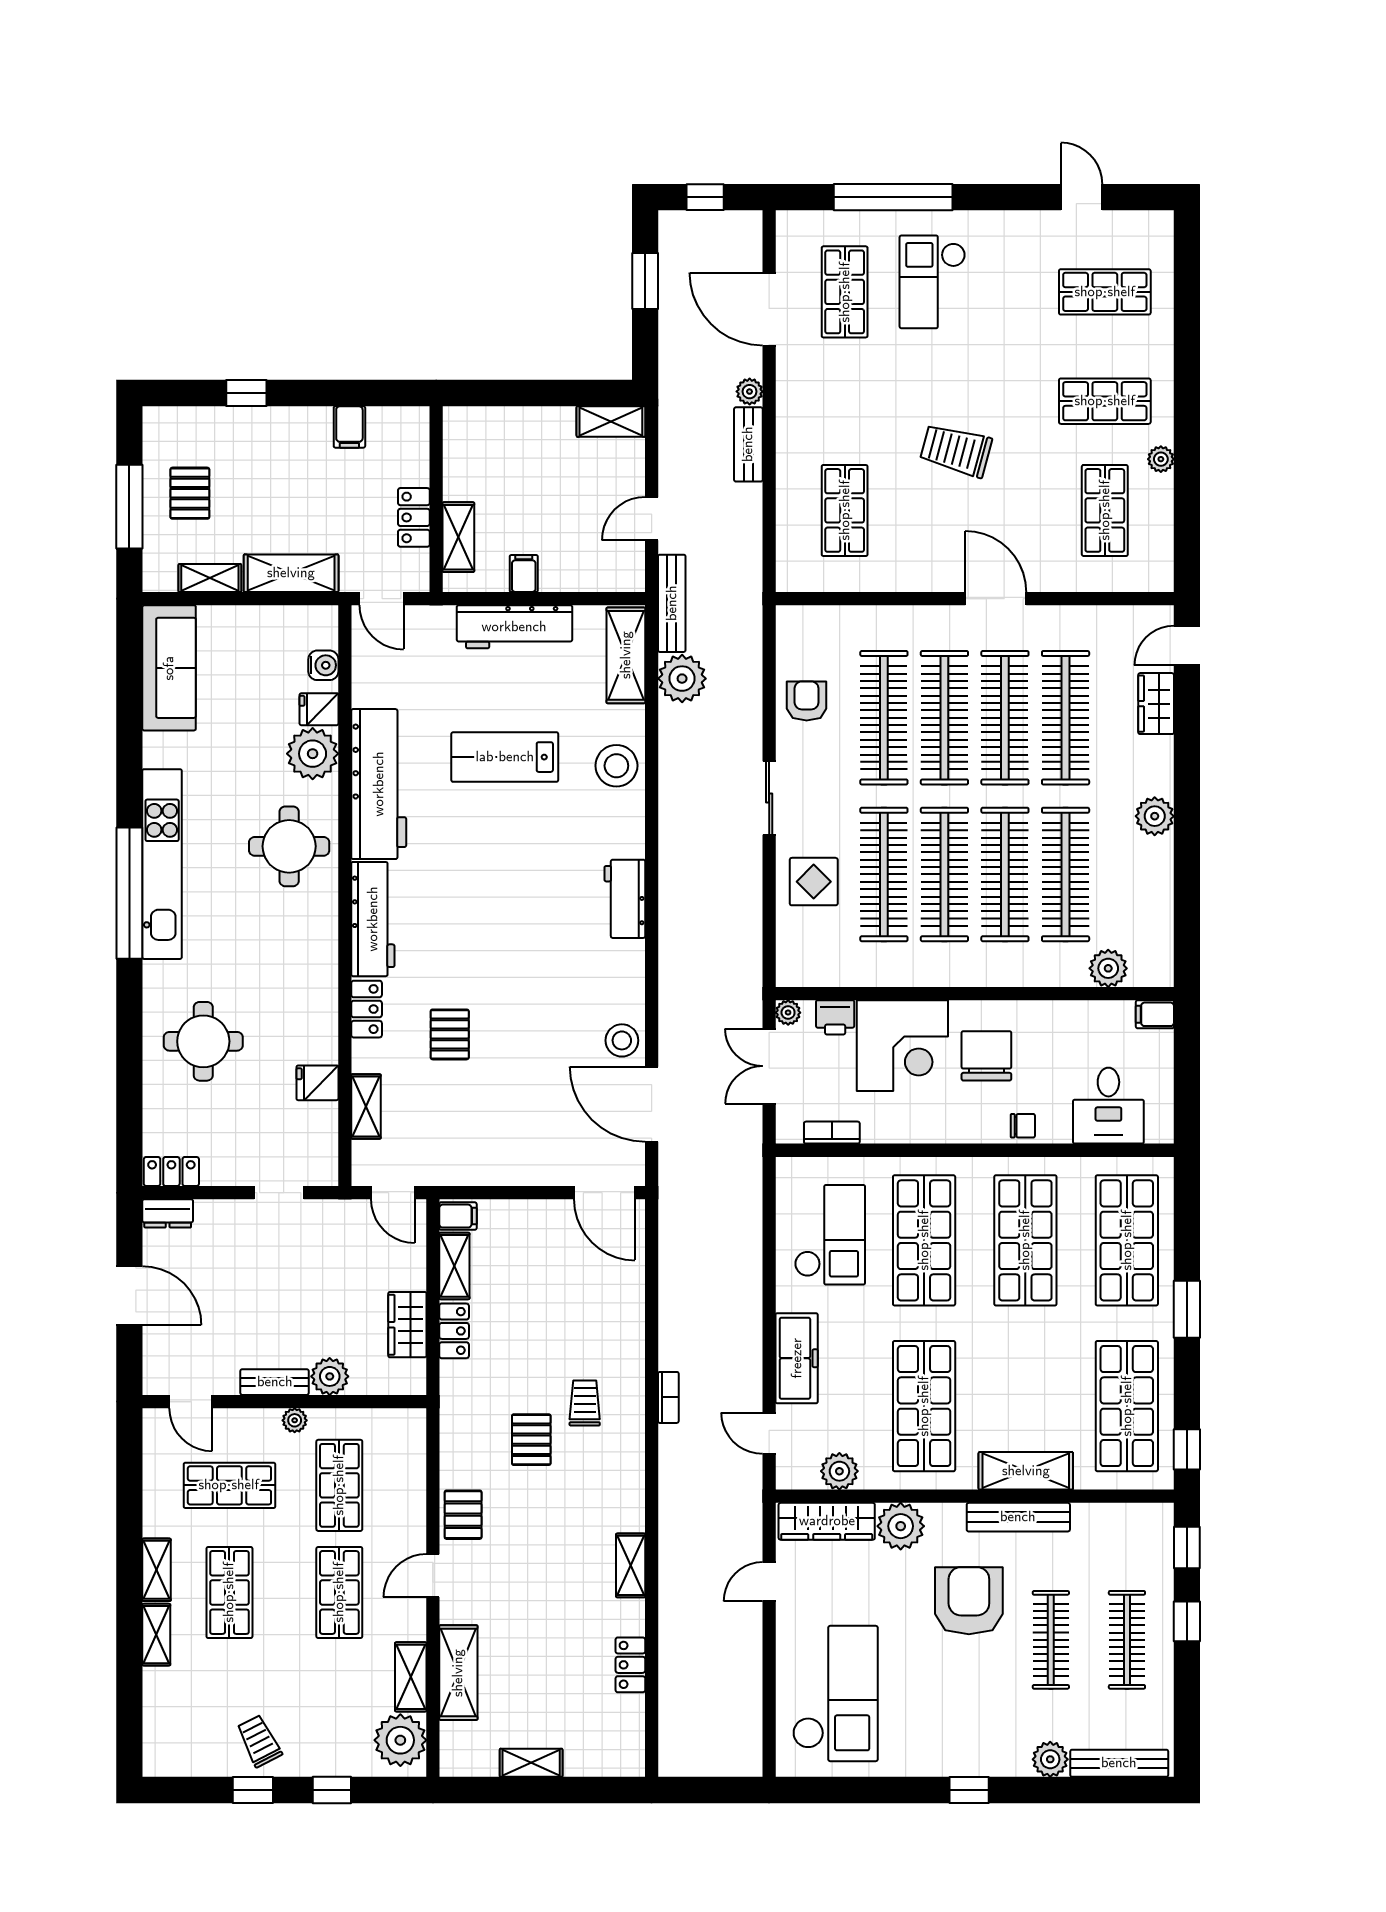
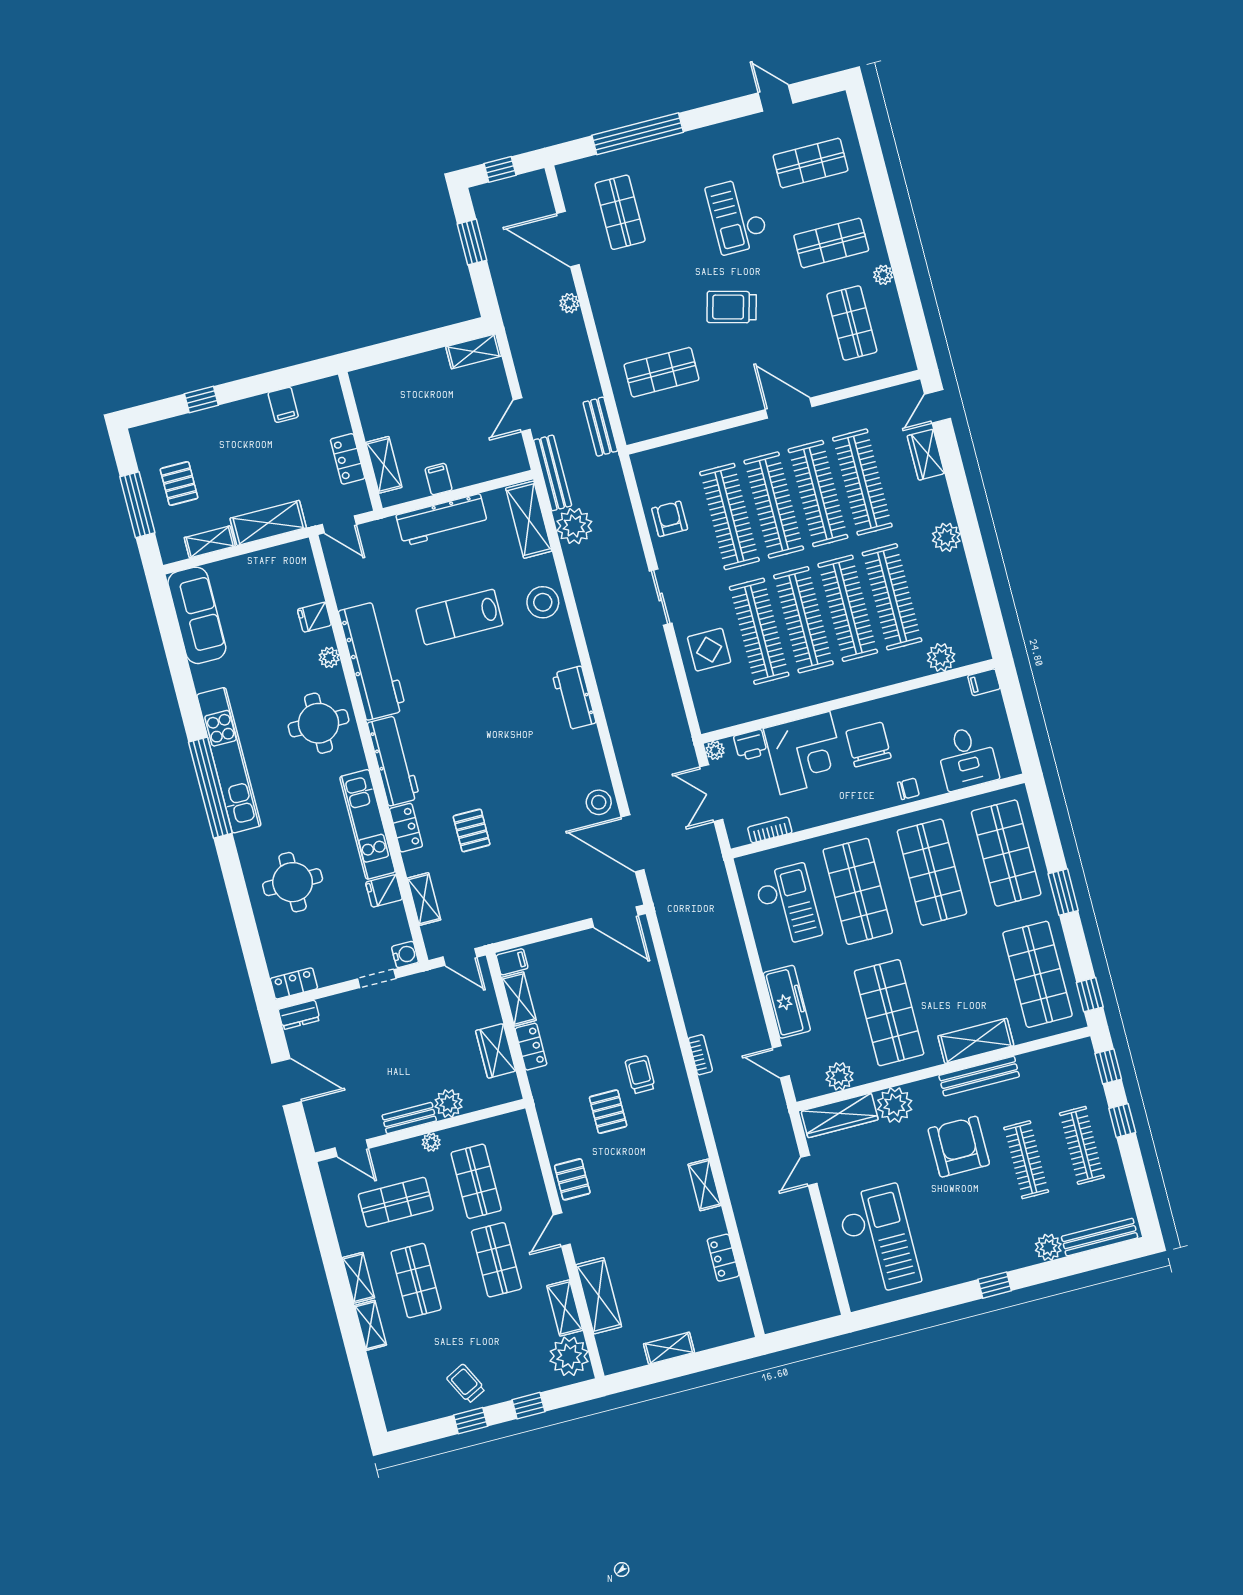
checkout: (932, 282) -> (737, 216), moved
bench: (748, 444) -> (600, 427), moved
shop shelf: (845, 510) -> (661, 372), turned 90
water cooler: (323, 665) -> (405, 954), moved
plant: (313, 754) -> (329, 657), width x0.53, depth x0.53
kitchen unit: (318, 992) -> (367, 824), added

